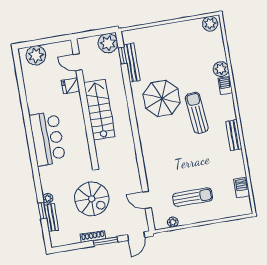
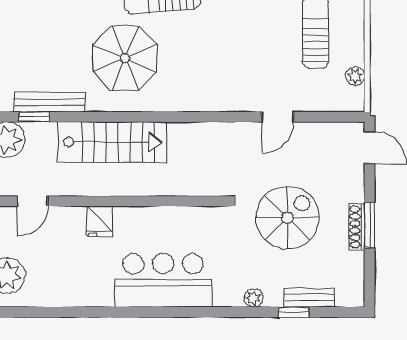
fridge: (71, 86) -> (99, 221), moved
stairs: (99, 110) -> (112, 142), moved, turned 180
plant: (48, 198) -> (253, 298), moved
door: (147, 200) -> (278, 117), moved
window: (106, 241) -> (370, 225), moved

